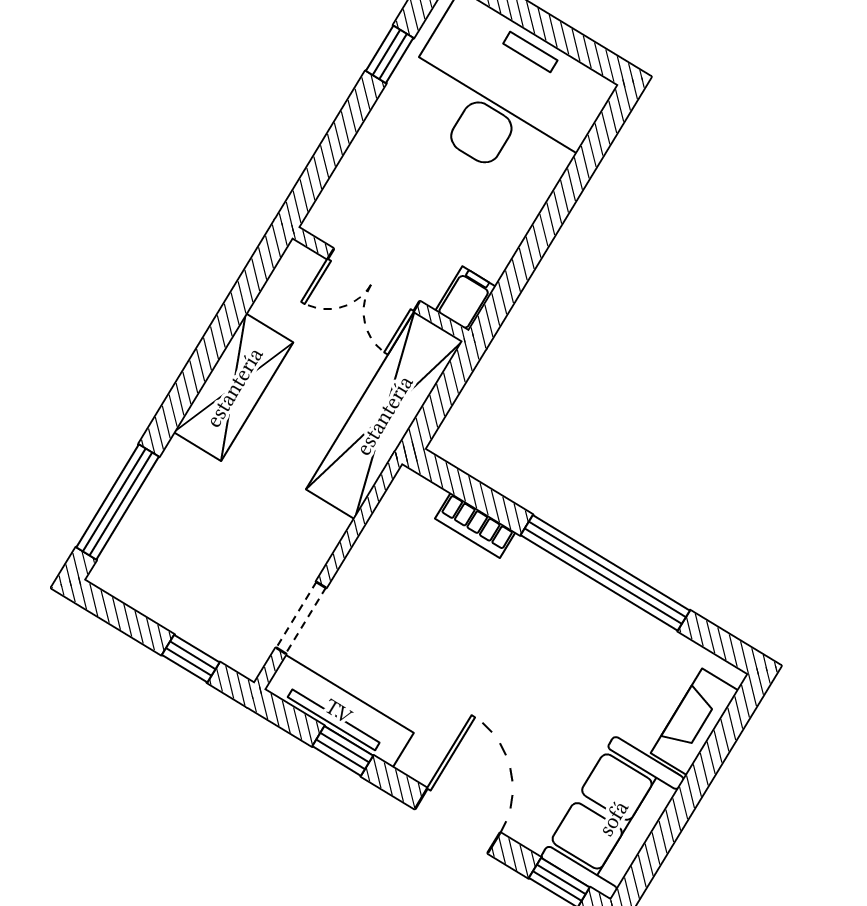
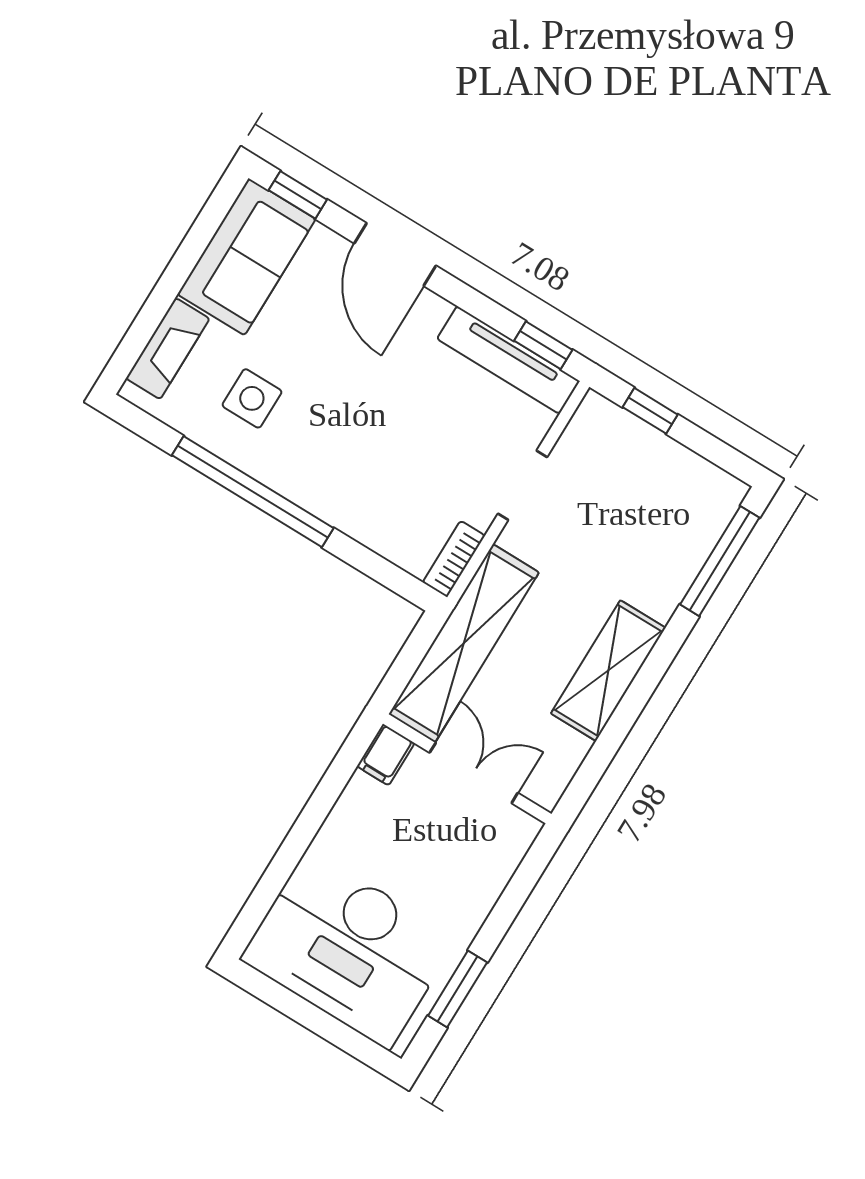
window: (390, 54) -> (458, 989), width x1.50
bookcase: (475, 525) -> (454, 559), moved, turned -90
doorway: (301, 618) -> (522, 485), moved
side table: (606, 670) -> (252, 398), added
window: (343, 751) -> (543, 345), moved

